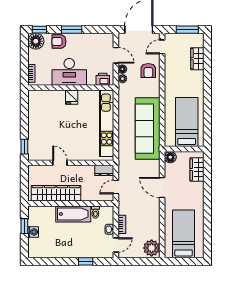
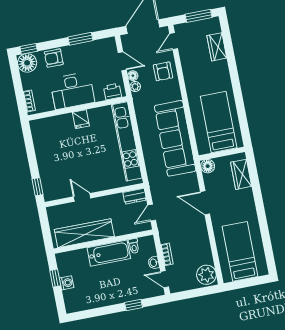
window: (72, 30) -> (80, 39), moved
door: (116, 245) -> (165, 279), swing flipped

